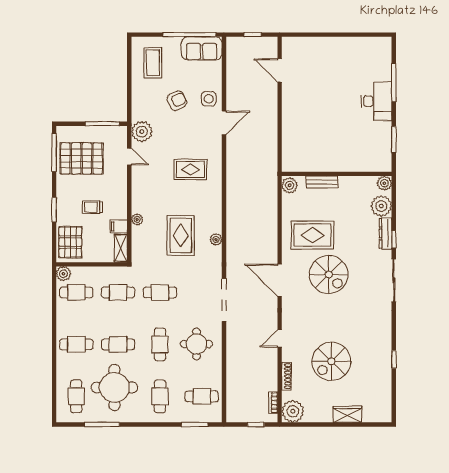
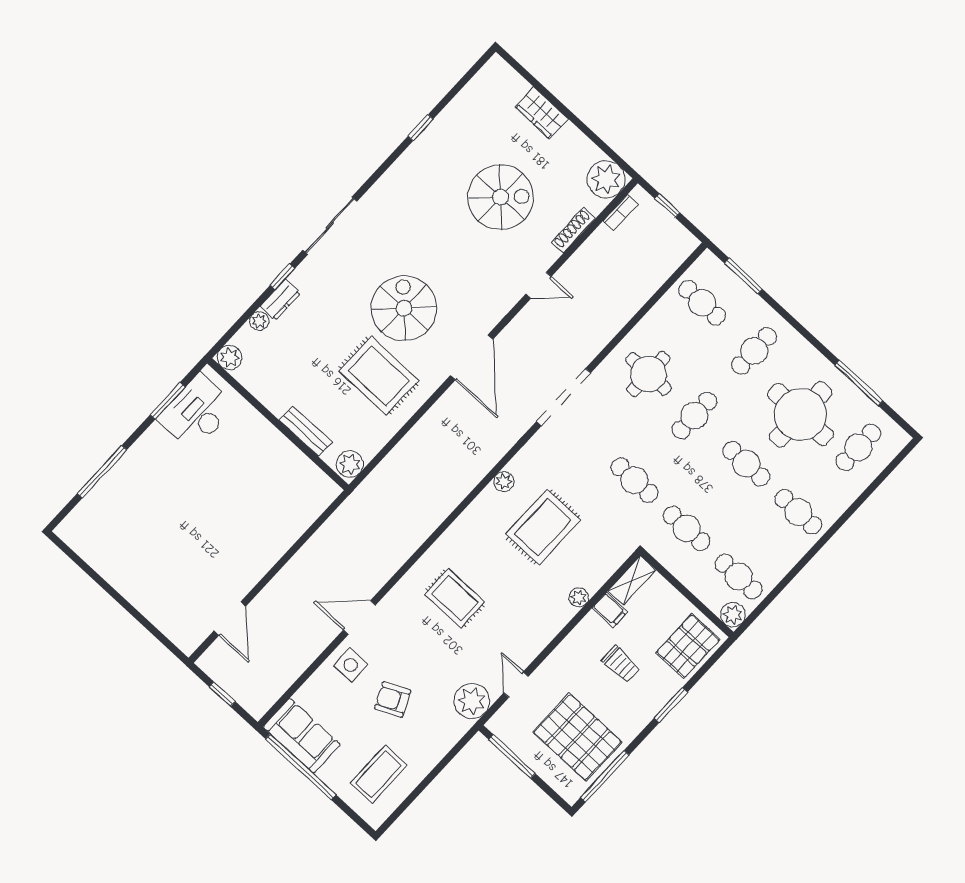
desk: (377, 101) -> (197, 412), moved
plant: (381, 206) -> (259, 321), width x0.53, depth x0.53
dresser: (386, 233) -> (280, 300), width x0.70

